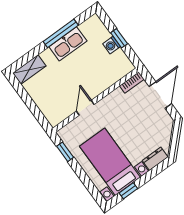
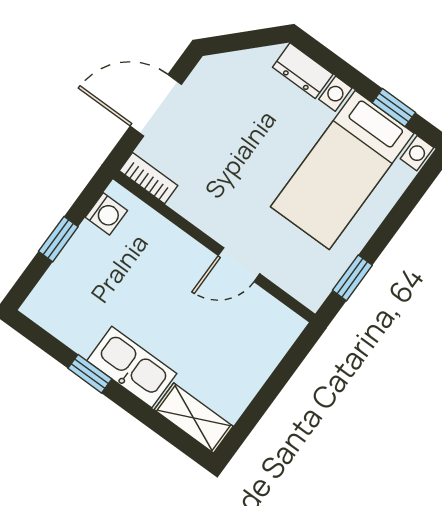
window: (61, 33) -> (90, 374), width x0.46
kitchen sink: (68, 44) -> (132, 367), moved
washing machine: (112, 45) -> (106, 214), moved

